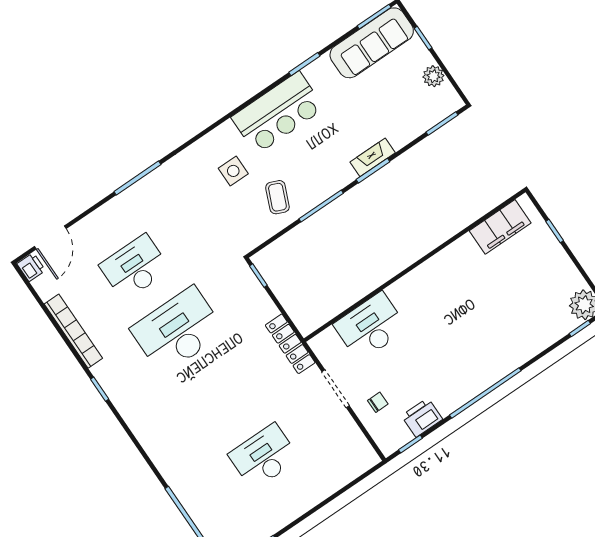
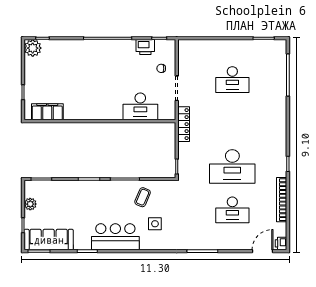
fireplace: (373, 157) -> (85, 185), removed

